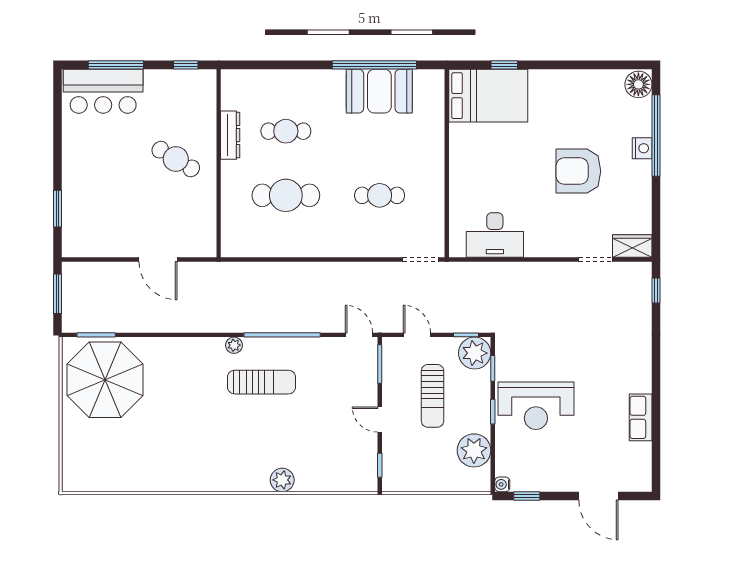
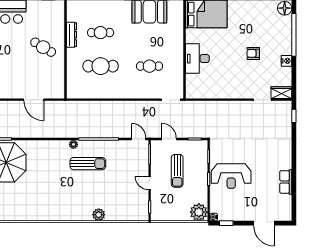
nightstand: (642, 148) -> (287, 61), moved
armchair: (578, 171) -> (253, 53), width x0.53, depth x0.53
desk: (495, 235) -> (197, 59), moved, turned 90
plant: (475, 353) -> (199, 148), removed
plant: (474, 450) -> (199, 212), moved

